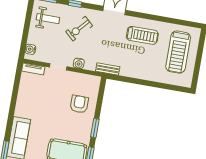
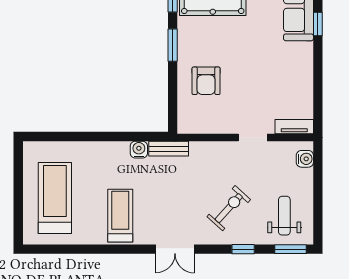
weight bench: (48, 19) -> (284, 216), turned 90
treadmill: (142, 35) -> (120, 216), turned 90
water cooler: (79, 63) -> (139, 150), moved
window: (9, 126) -> (318, 24), added

